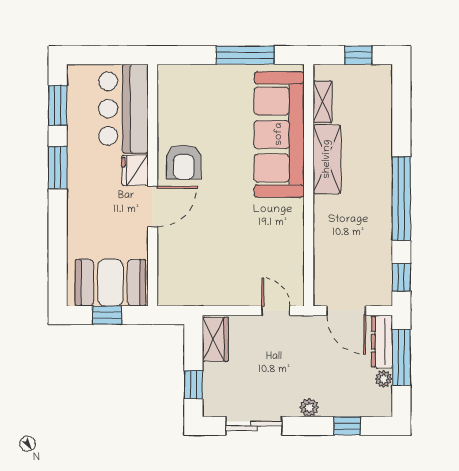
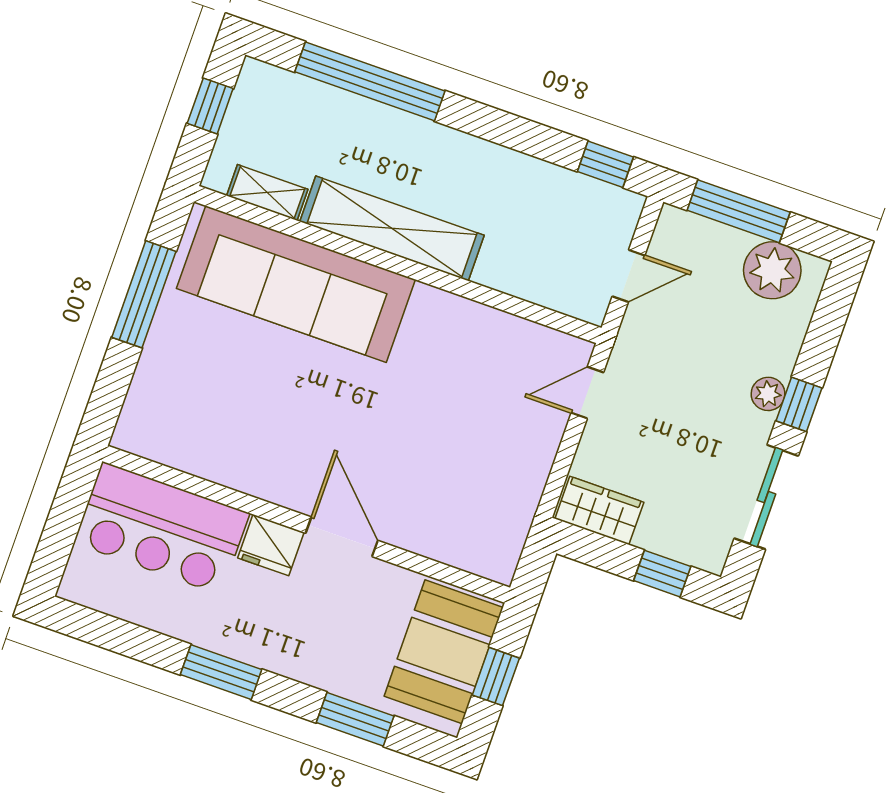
window: (58, 105) -> (355, 719), moved
shelving: (327, 159) -> (392, 228), width x1.47
armchair: (184, 162) -> (286, 459), removed
window: (401, 199) -> (370, 81), moved
door: (346, 311) -> (628, 276), width x0.73
dresser: (382, 342) -> (701, 235), removed
plant: (384, 379) -> (772, 270), width x1.88, depth x1.88
window: (347, 426) -> (799, 404), moved

